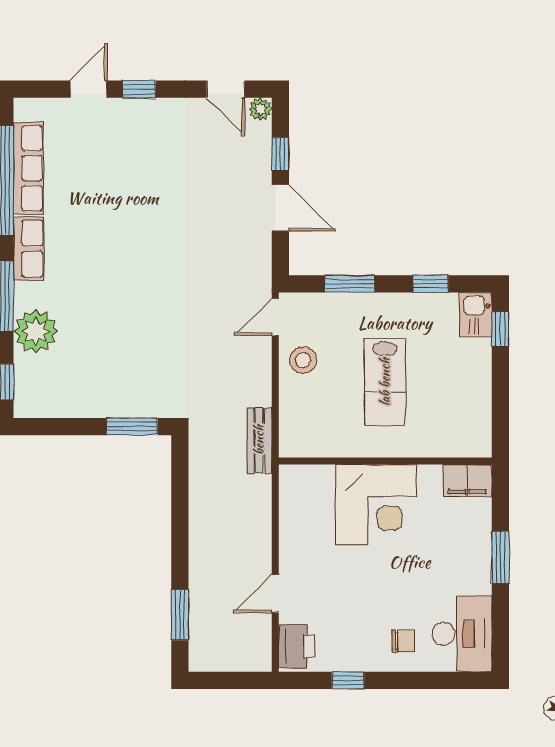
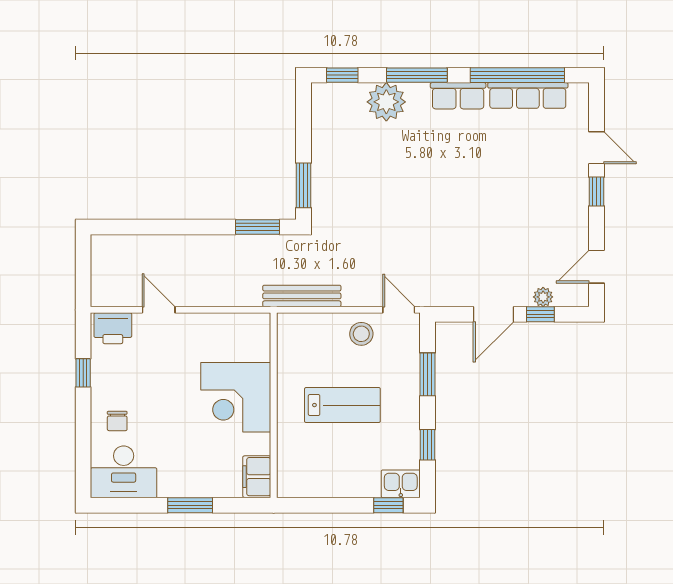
plant: (260, 109) -> (543, 297), moved
lab bench: (385, 382) -> (342, 405), turned 180
bench: (259, 440) -> (302, 296), width x1.36
window: (180, 615) -> (257, 227), moved

